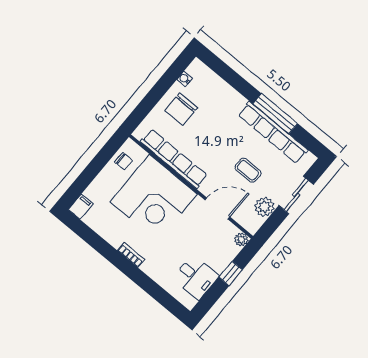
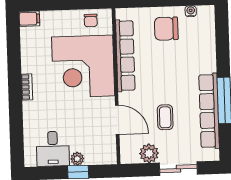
plant: (241, 239) -> (77, 159), moved

